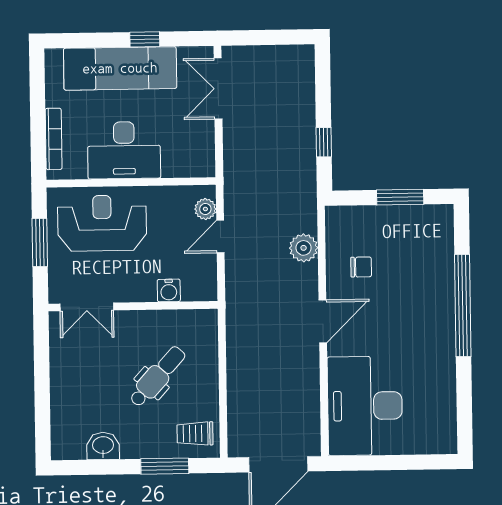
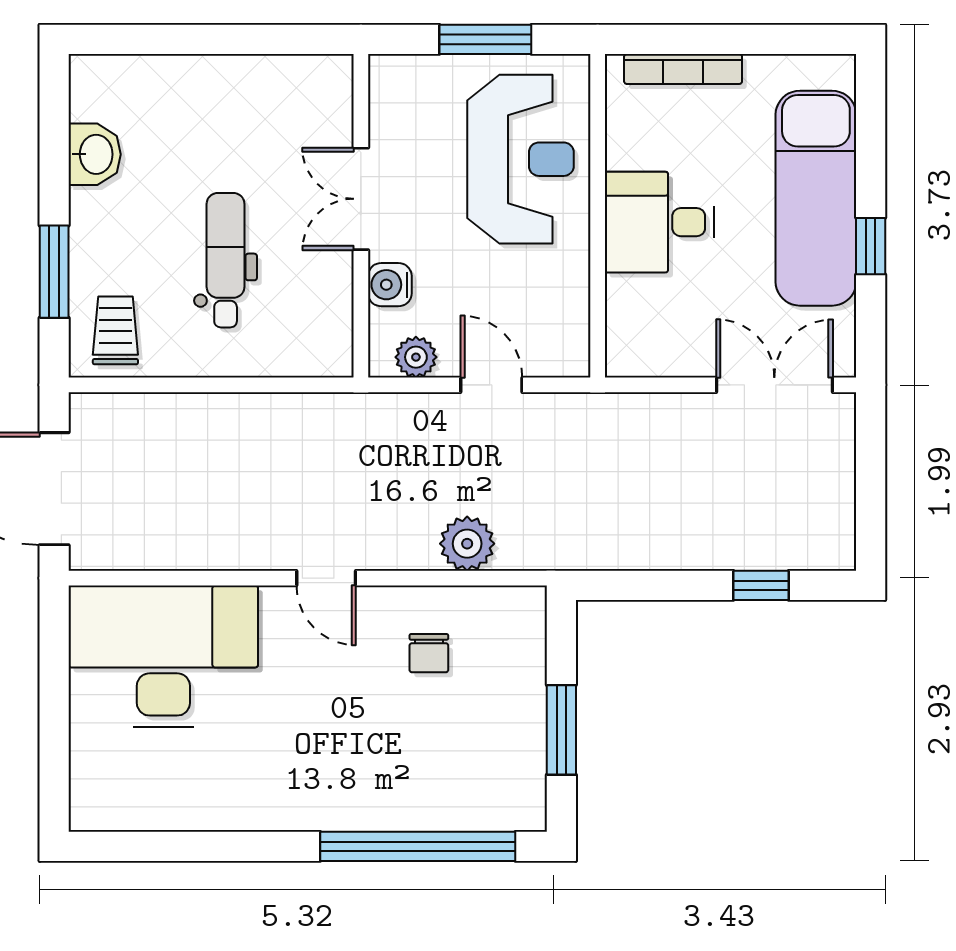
window: (324, 142) -> (761, 585), moved
desk: (124, 150) -> (659, 222), width x0.73
plant: (205, 209) -> (416, 357), moved
window: (463, 305) -> (418, 846), moved
double door: (87, 307) -> (361, 199), moved
door: (323, 321) -> (326, 578), width x0.73
dental chair: (157, 377) -> (226, 260), turned -132

